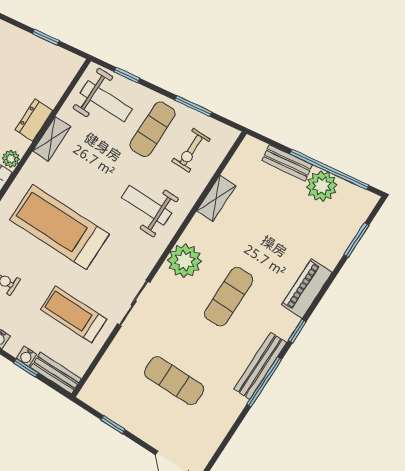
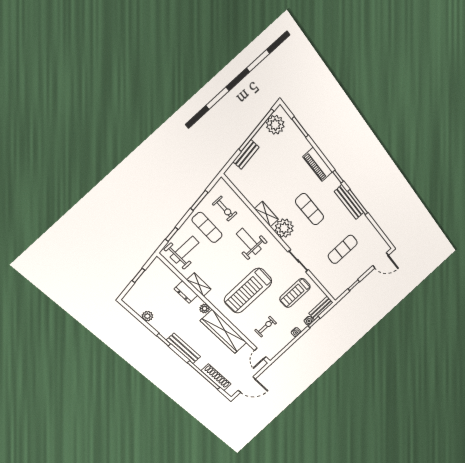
plant: (322, 186) -> (275, 125), moved
shelving: (216, 198) -> (266, 214), moved
weight bench: (147, 205) -> (249, 241), turned 90

